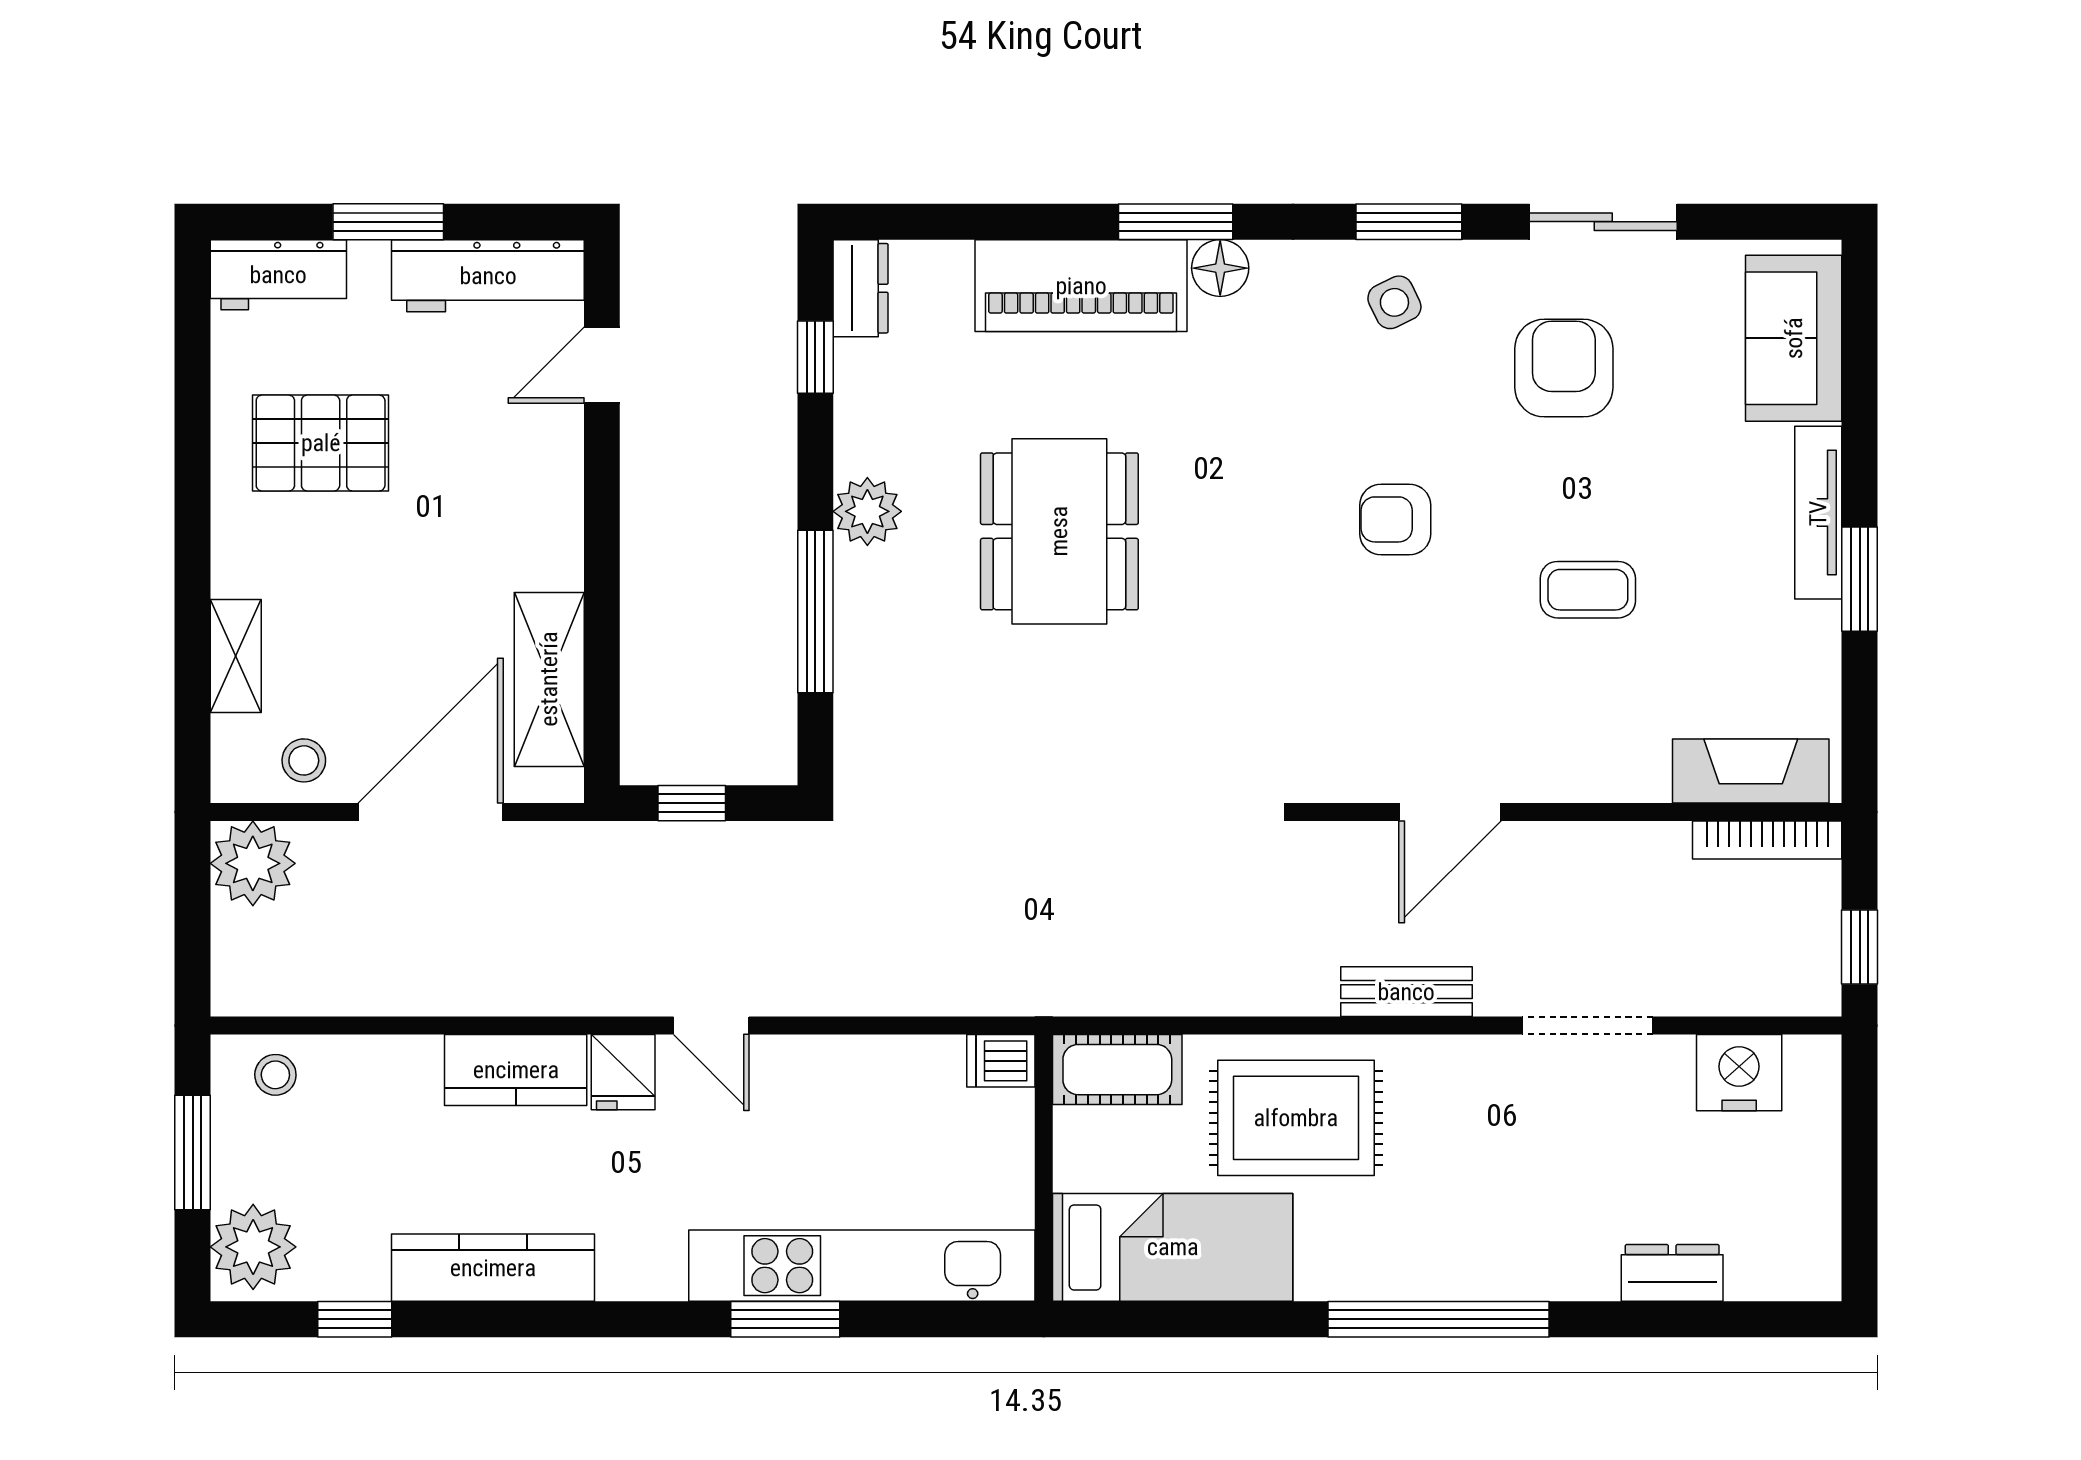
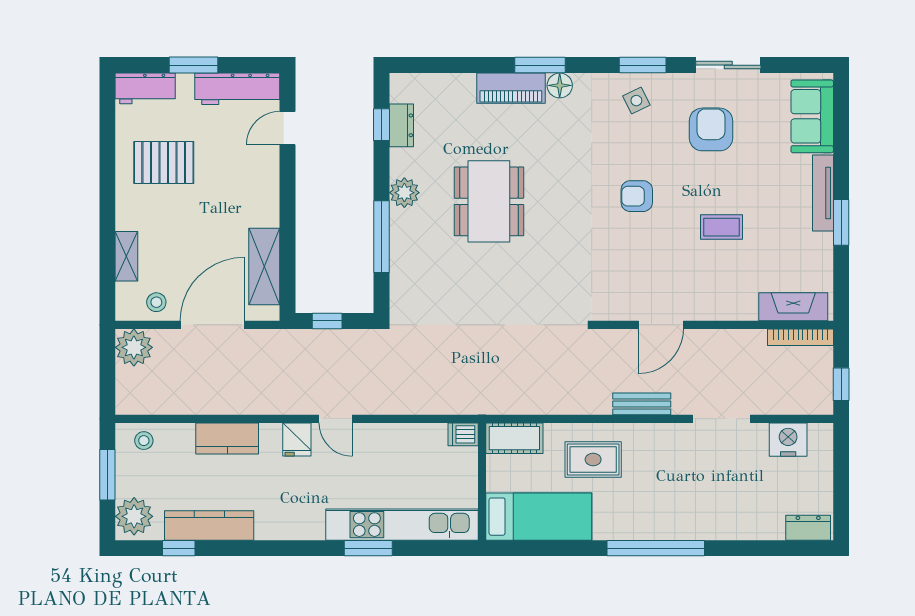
piano: (1081, 286) -> (511, 88), width x0.73, depth x0.75
dresser: (861, 288) -> (401, 125), moved
kitchen counter: (516, 1070) -> (227, 438), moved
rug: (1296, 1118) -> (593, 459), width x0.73, depth x0.70
kitchen counter: (493, 1268) -> (209, 525), moved
dresser: (1672, 1273) -> (808, 528), moved

